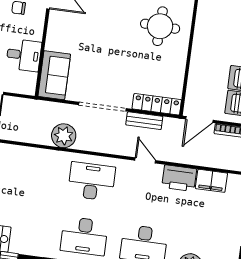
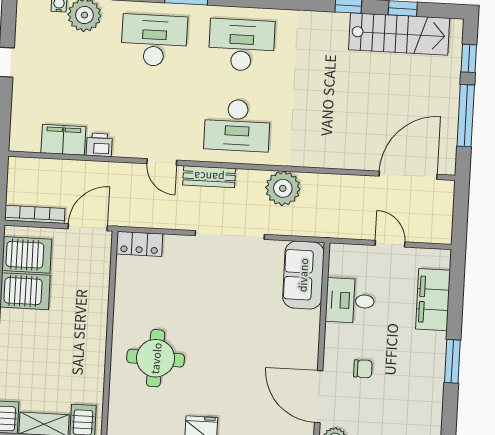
locker: (157, 104) -> (139, 244), width x0.66
bench: (144, 121) -> (209, 177), moved
printer: (179, 178) -> (99, 145), width x0.53, depth x0.68

